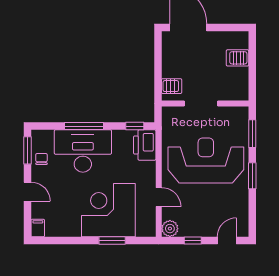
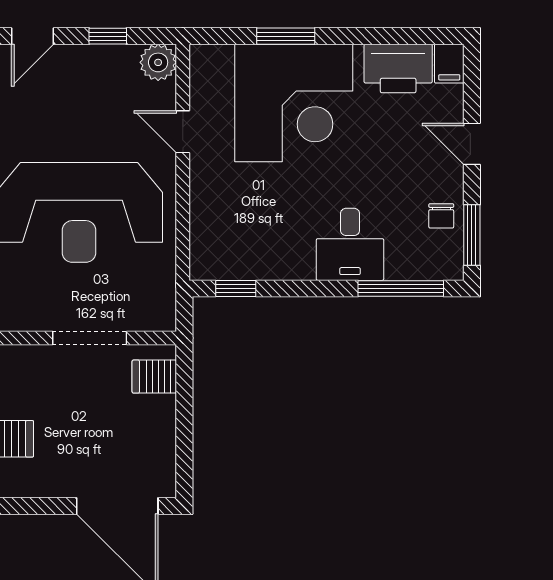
window: (84, 126) -> (401, 289), moved
printer: (145, 145) -> (398, 68), moved, turned 90
desk: (83, 151) -> (350, 244), width x0.53, depth x0.77

